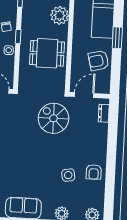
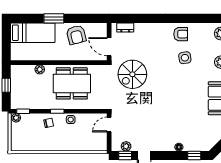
plant: (60, 15) -> (40, 69), width x0.53, depth x0.53
dining table: (47, 53) -> (72, 83), width x1.38

